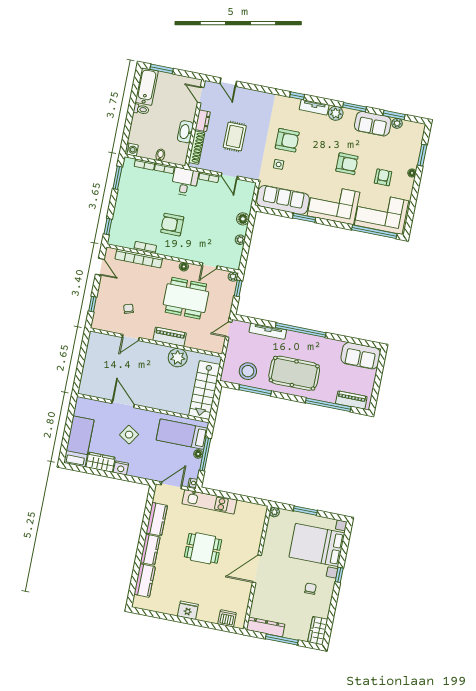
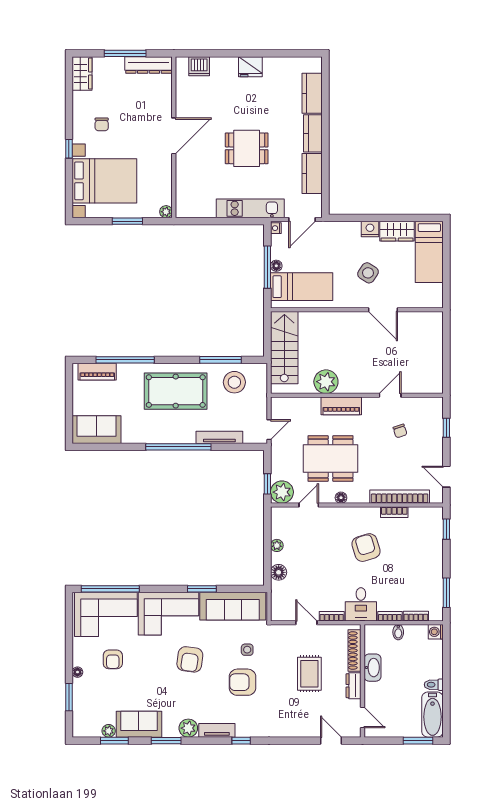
armchair: (347, 164) -> (190, 659), moved, turned -82
armchair: (172, 225) -> (366, 548), turned -107
plant: (233, 277) -> (282, 492), width x1.88, depth x1.88

